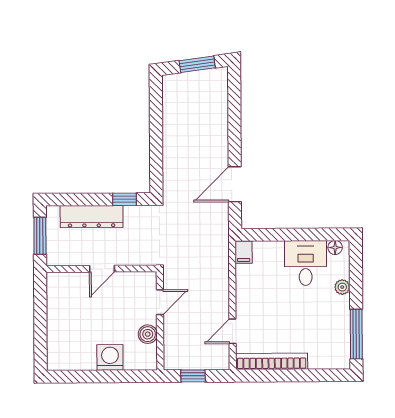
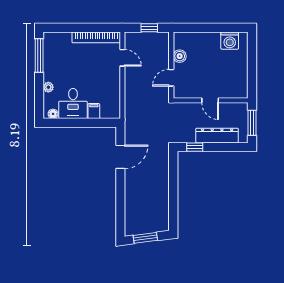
filing cabinet: (244, 252) -> (94, 111), moved
door: (102, 269) -> (210, 100), swing flipped
door: (233, 331) -> (122, 58), hinge flipped
washing machine: (110, 357) -> (230, 41), moved

